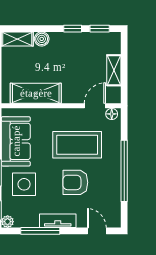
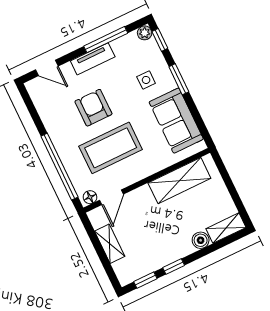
window: (124, 171) -> (59, 167), moved
armchair: (75, 182) -> (93, 108), turned -90
side table: (24, 184) -> (146, 80), width x0.54, depth x0.54

